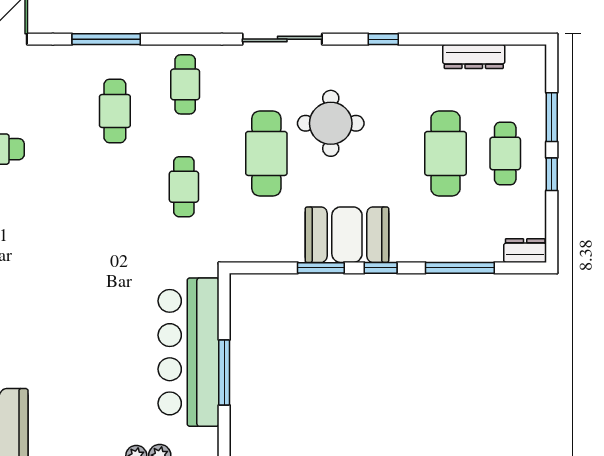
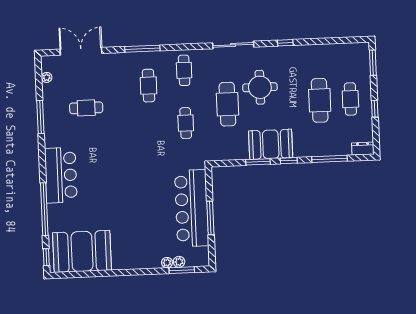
dresser: (474, 56) -> (332, 50), removed
window: (552, 117) -> (373, 63), moved

